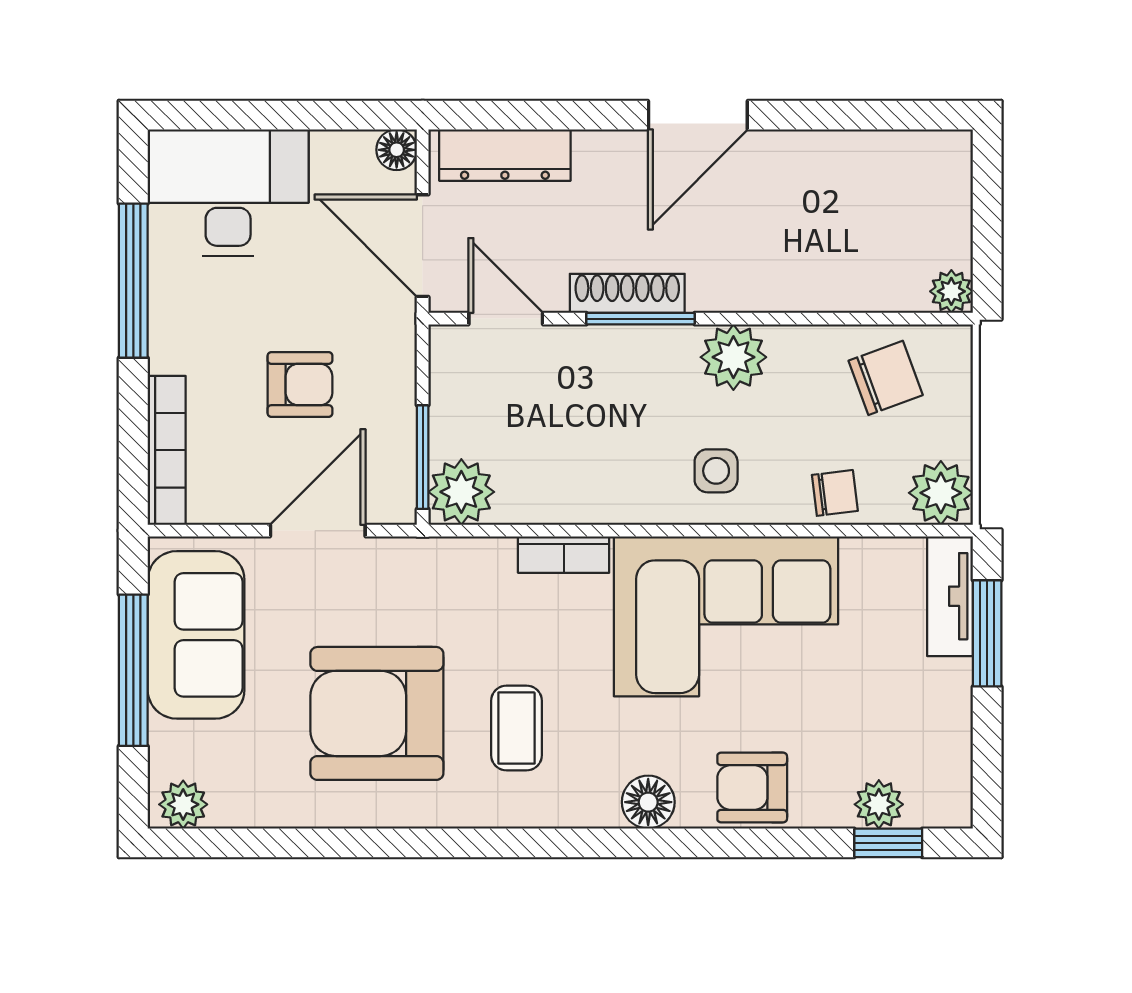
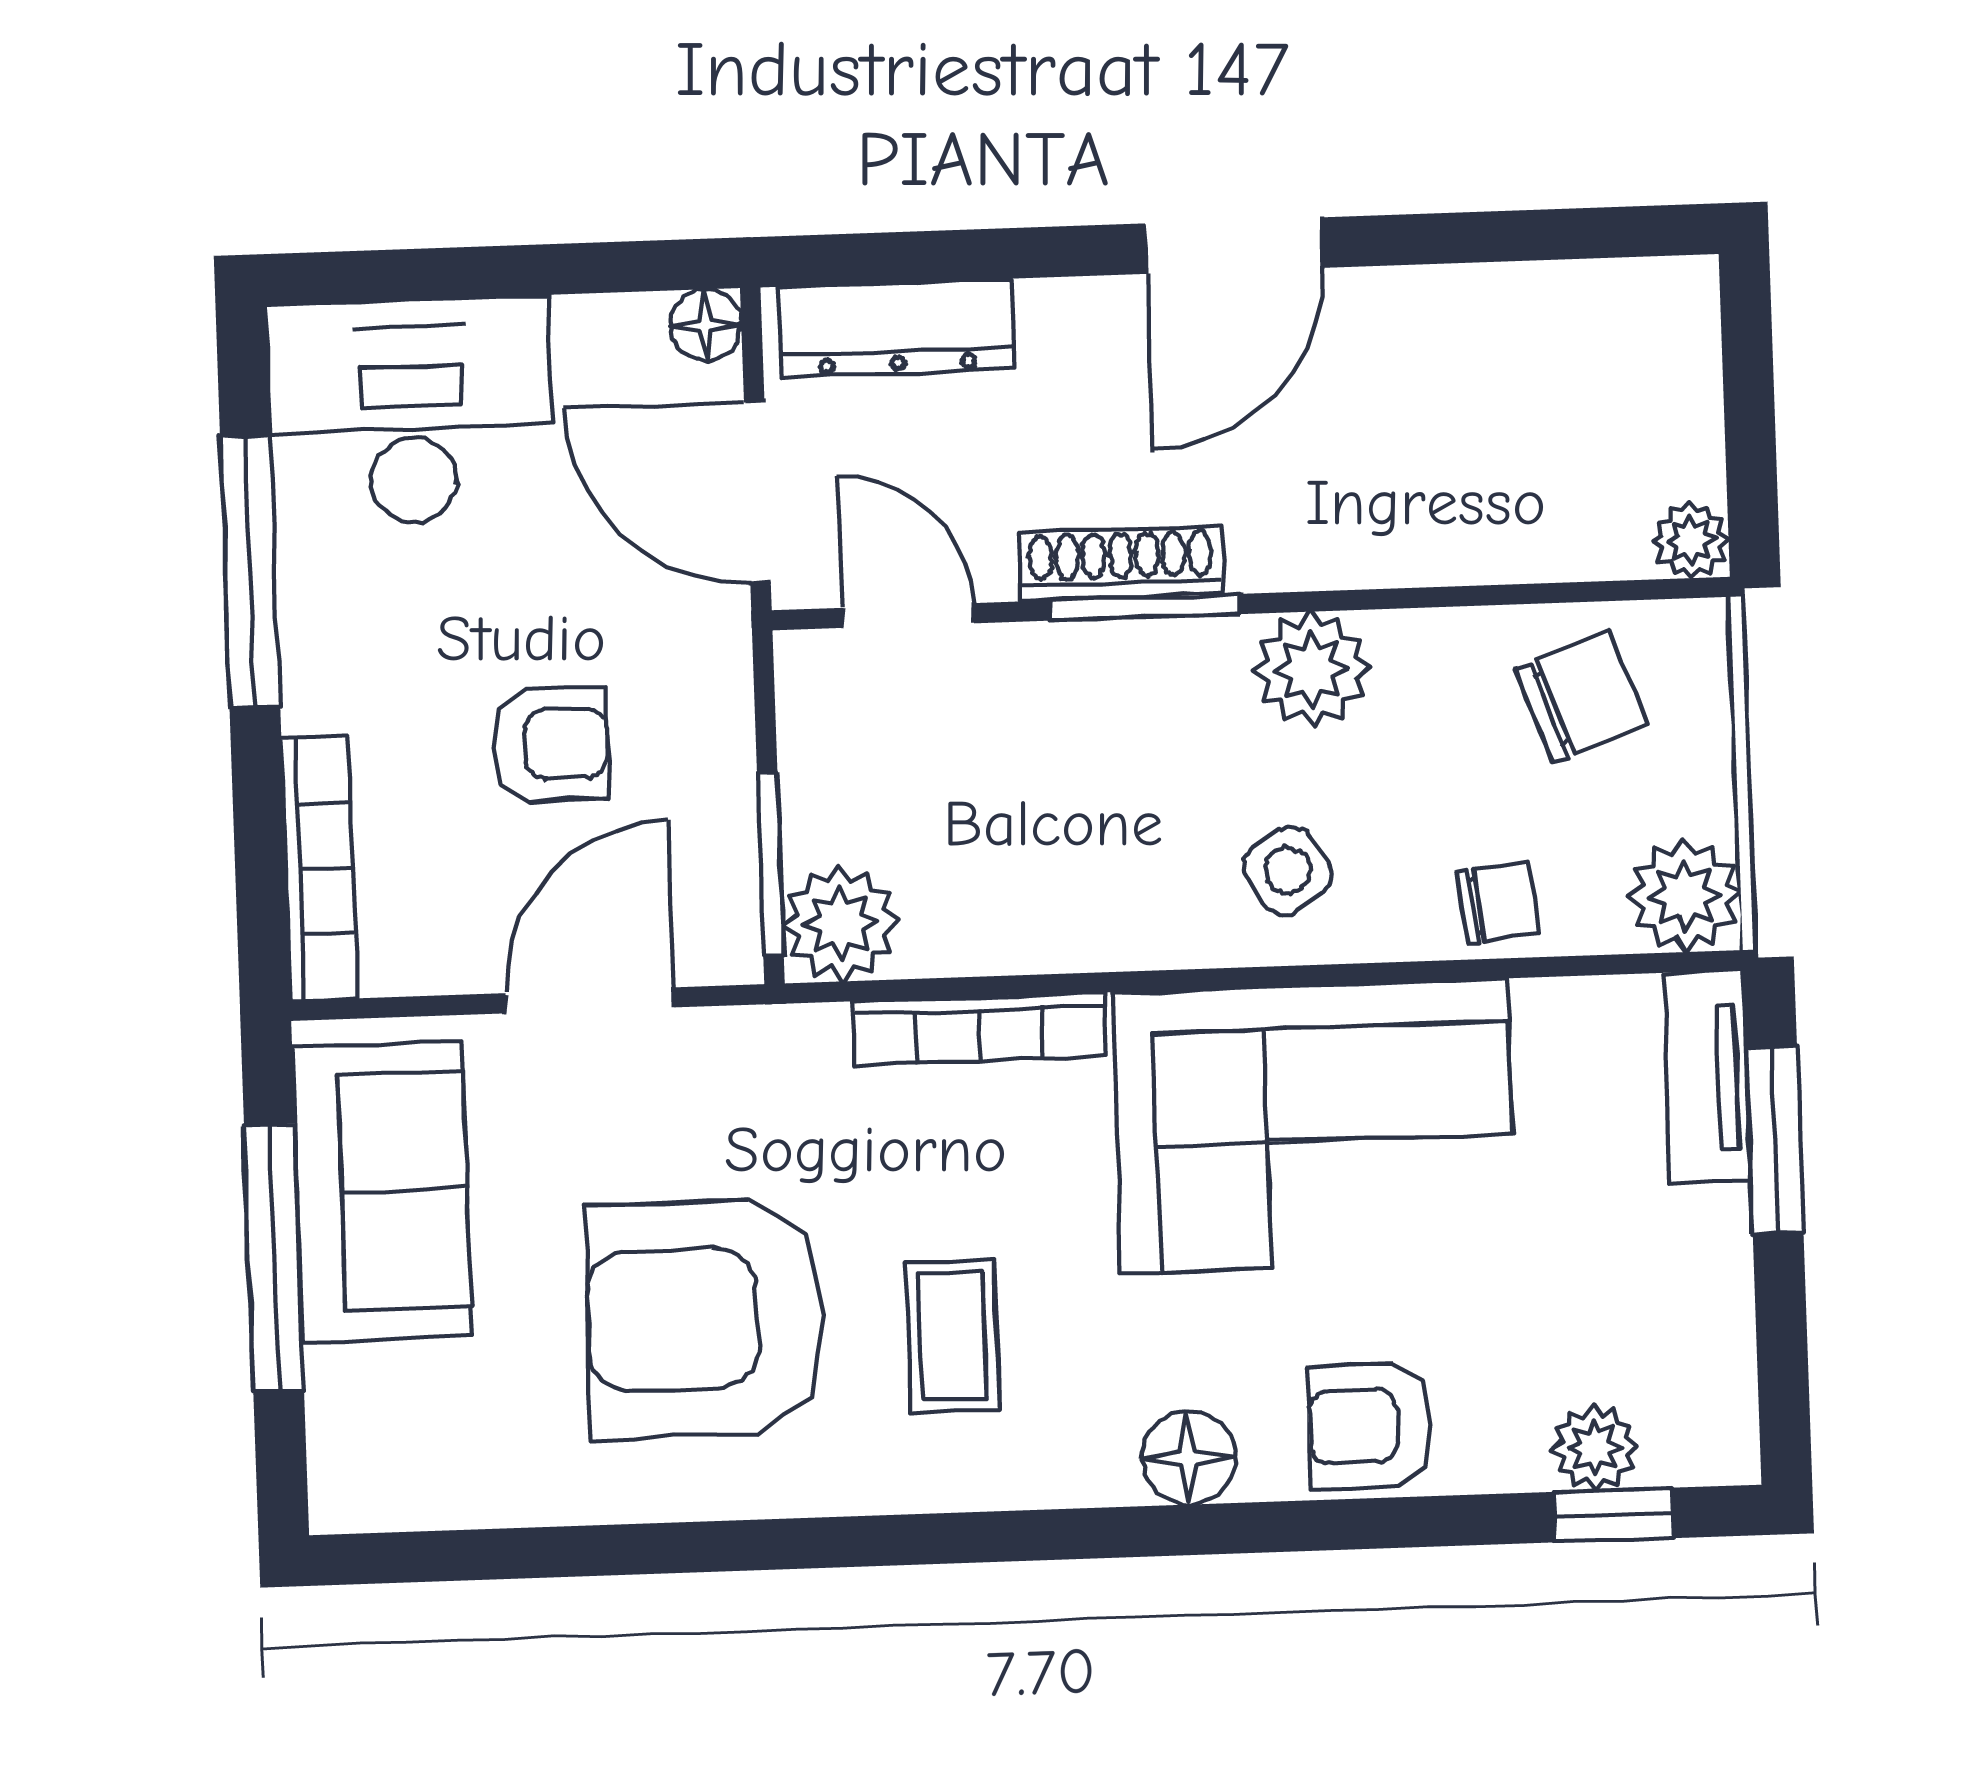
side table: (716, 471) -> (1288, 871), turned -32
bookcase: (564, 555) -> (979, 1029), width x1.56
plant: (183, 804) -> (370, 1491), removed

